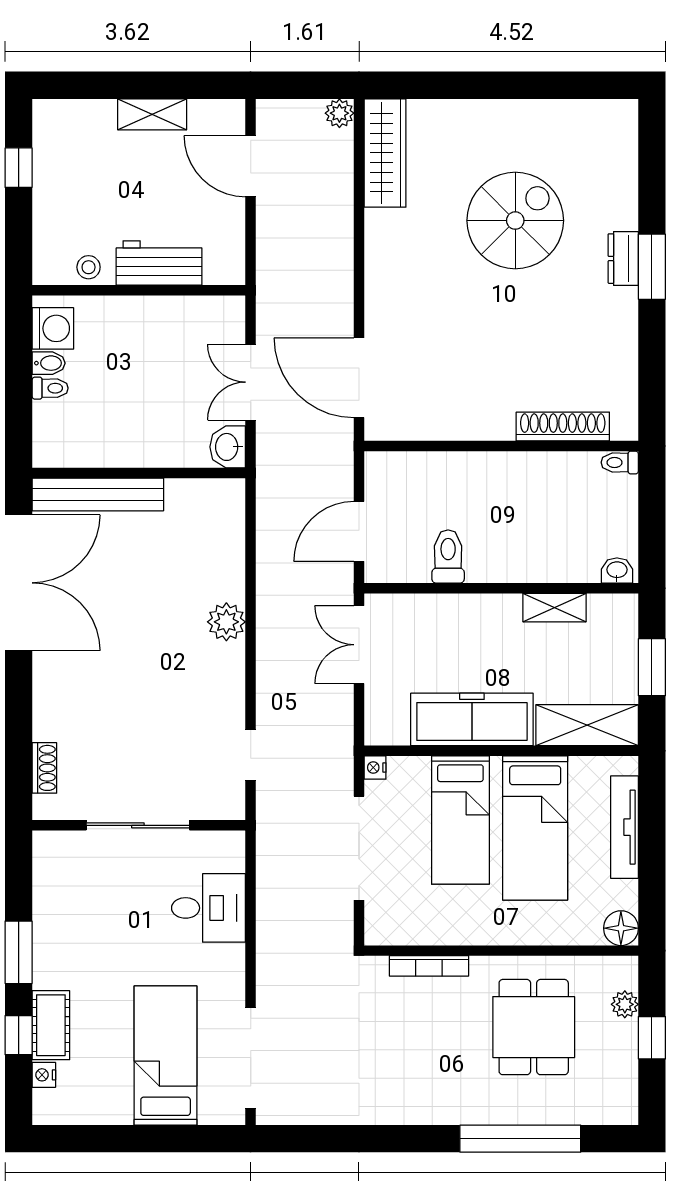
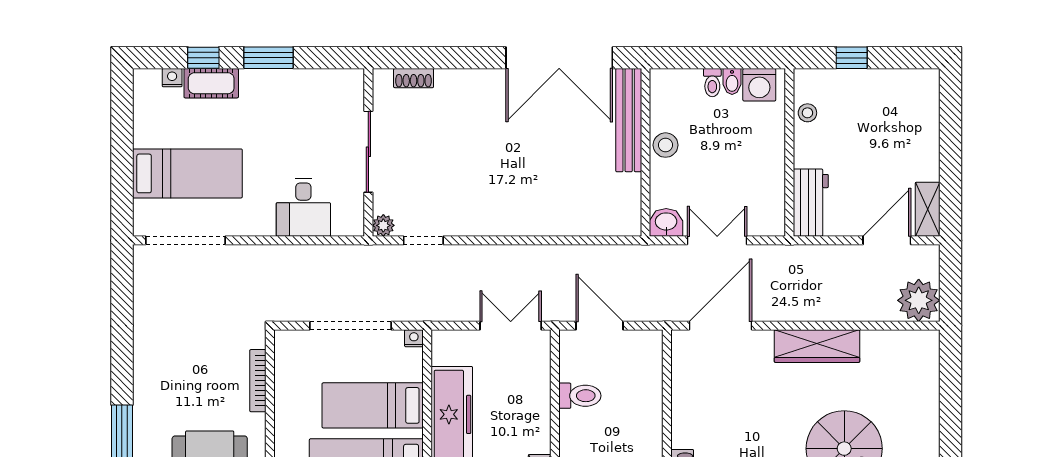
plant: (339, 113) -> (919, 300), width x1.87, depth x1.87
shelving: (152, 114) -> (928, 209), moved
wardrobe: (385, 153) -> (817, 346), moved
window: (19, 168) -> (852, 58), moved
workbench: (159, 263) -> (811, 203), moved
stool: (129, 448) -> (666, 145), added
plant: (226, 622) -> (383, 225), moved, width x0.73, depth x0.73

